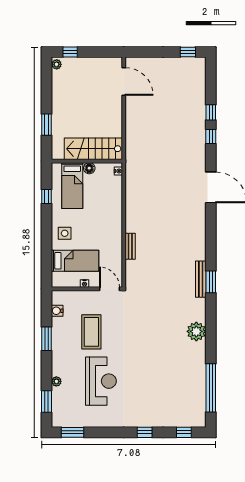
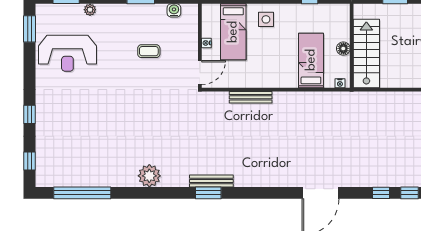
bed: (72, 186) -> (311, 60), moved, turned 90
bench: (130, 246) -> (251, 97), width x1.36
coffee table: (91, 332) -> (149, 51), width x0.54, depth x0.58
reception desk: (101, 381) -> (67, 53), moved

